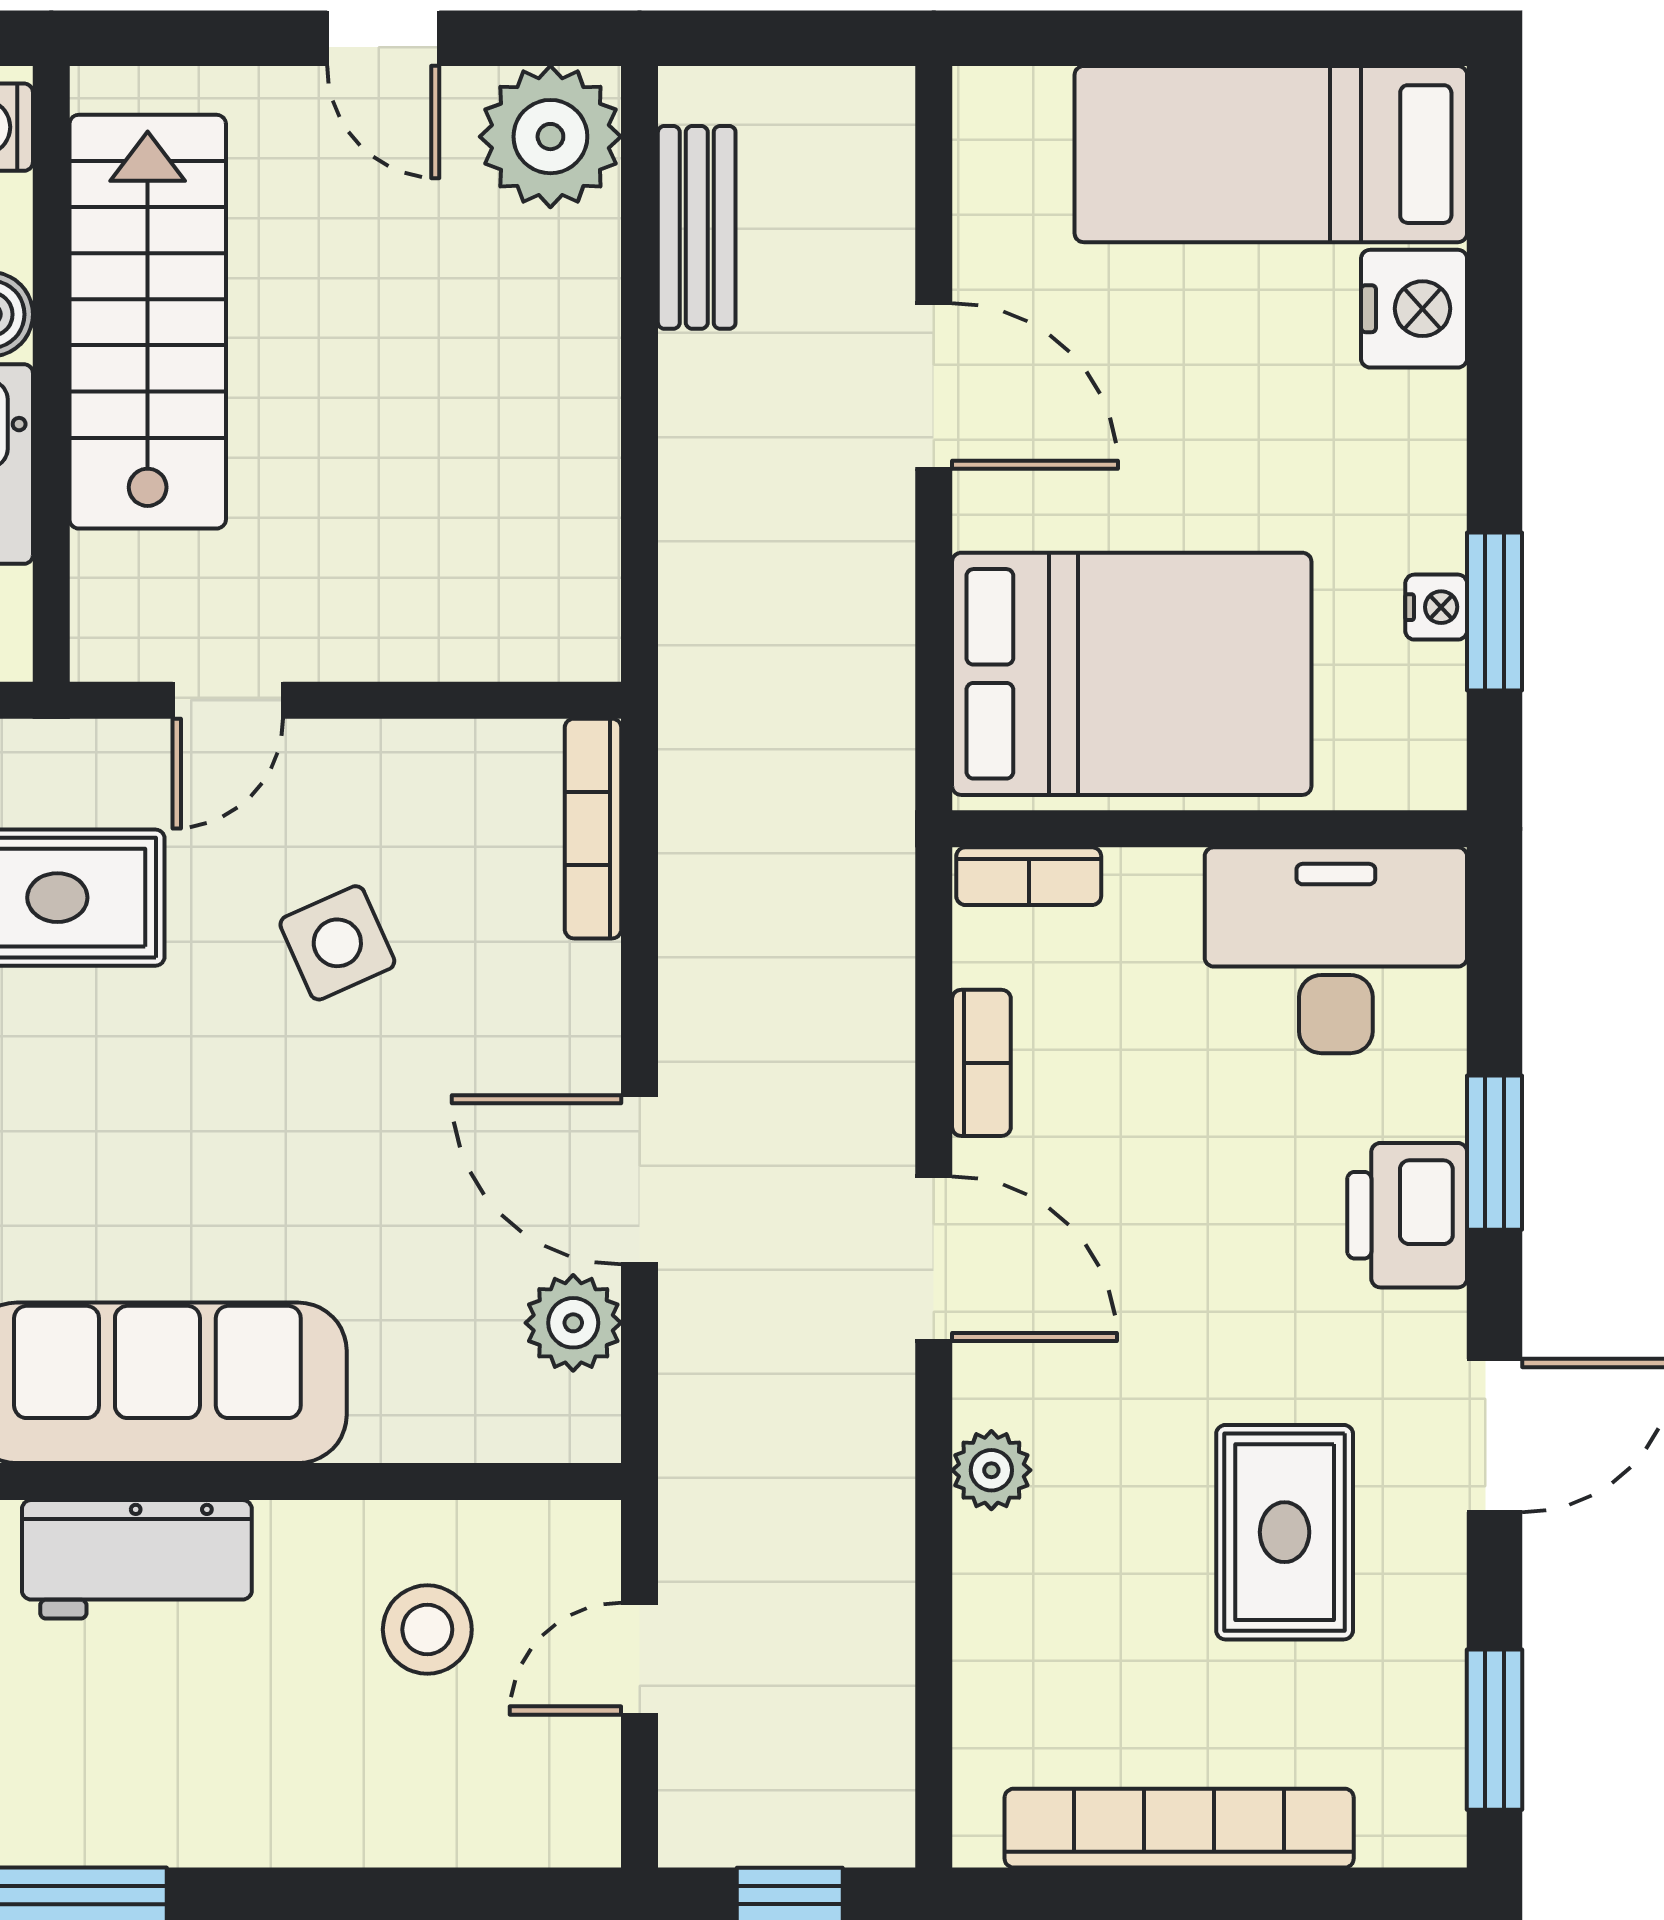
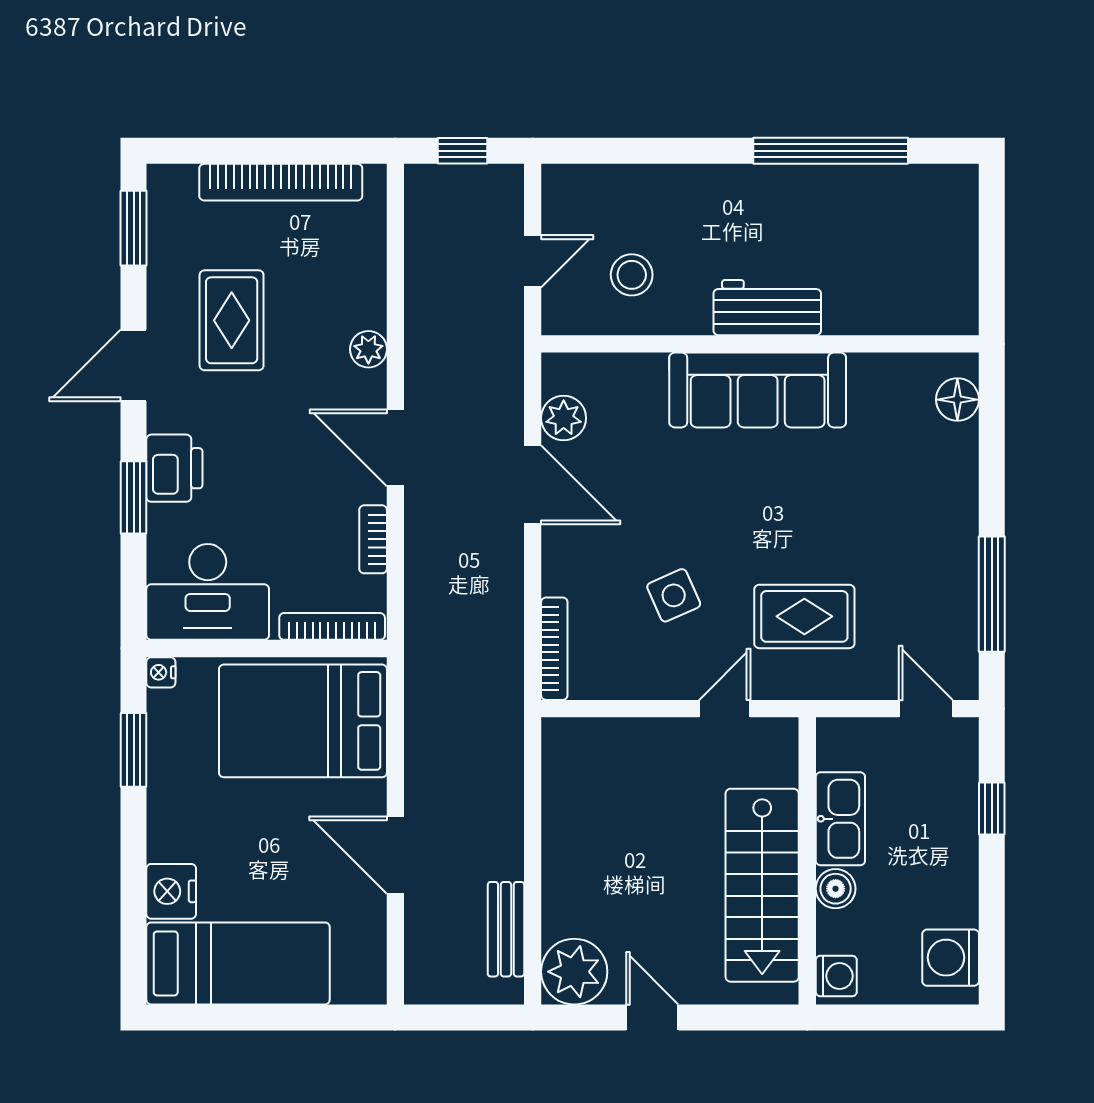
nightstand: (1436, 607) -> (161, 672), moved
bookcase: (1029, 876) -> (332, 626), width x1.56

